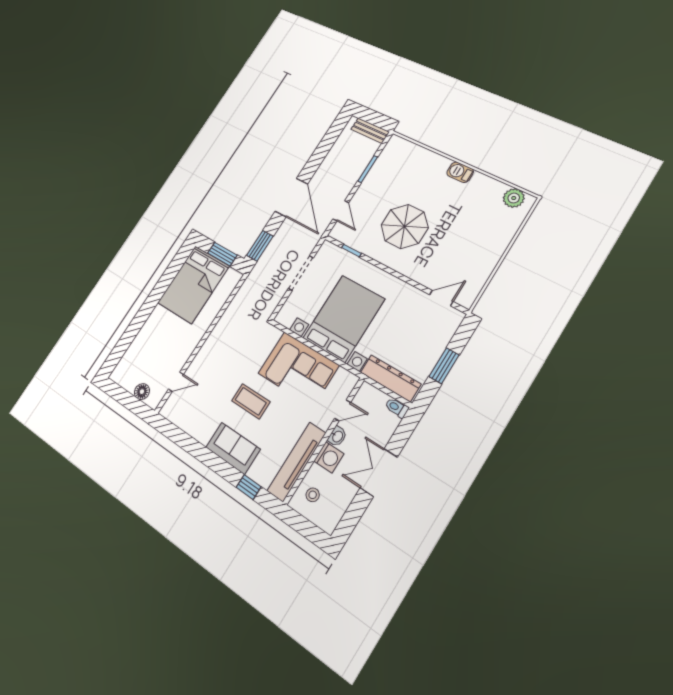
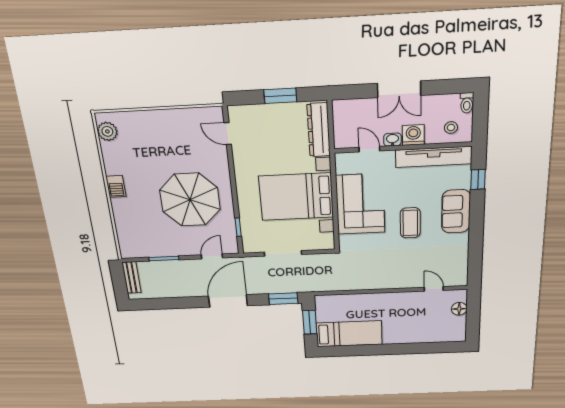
parasol: (405, 226) -> (190, 200), width x1.36, depth x1.36
bed: (193, 284) -> (349, 334), width x0.67
toilet: (397, 408) -> (467, 103), moved

